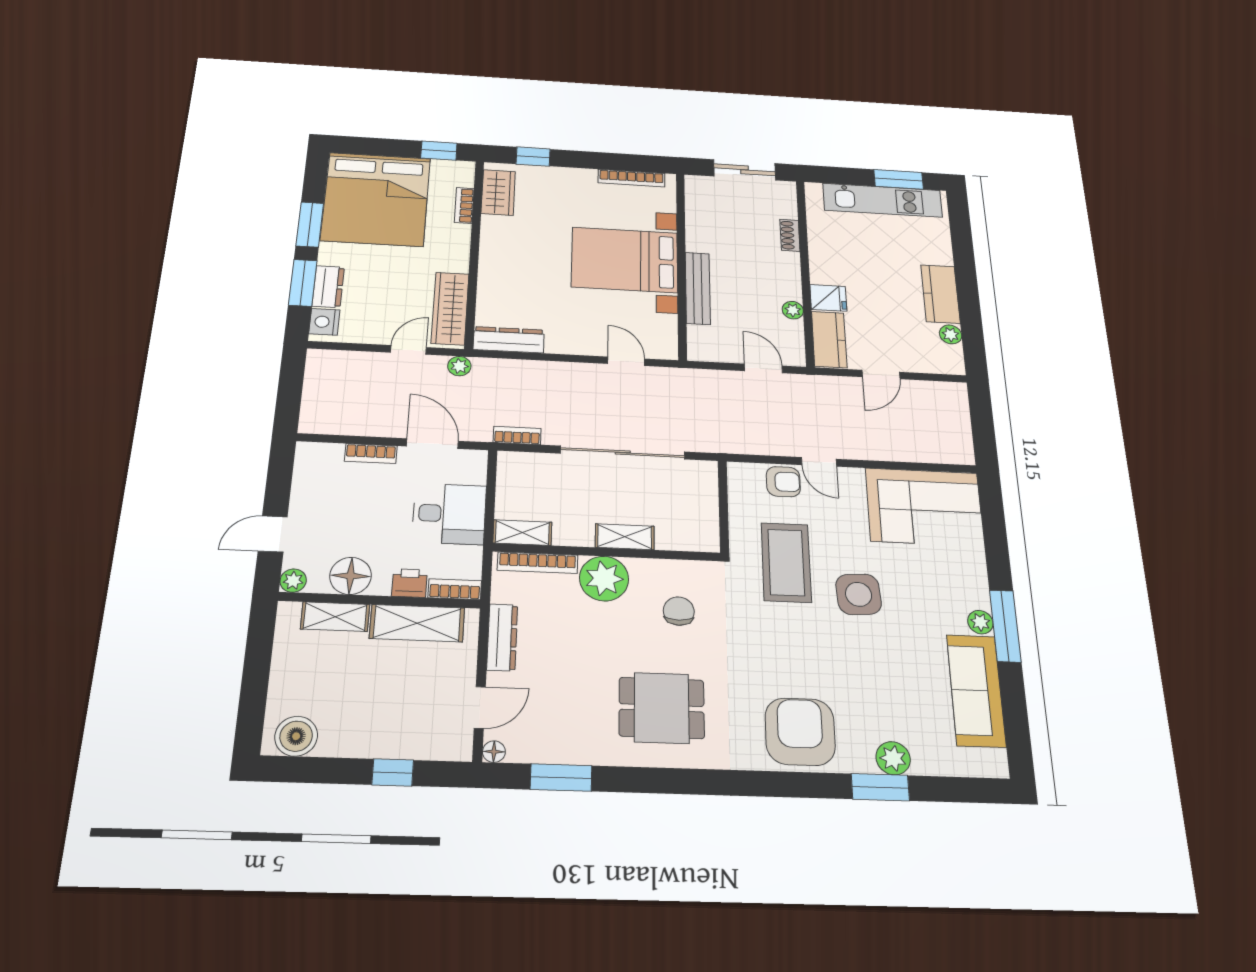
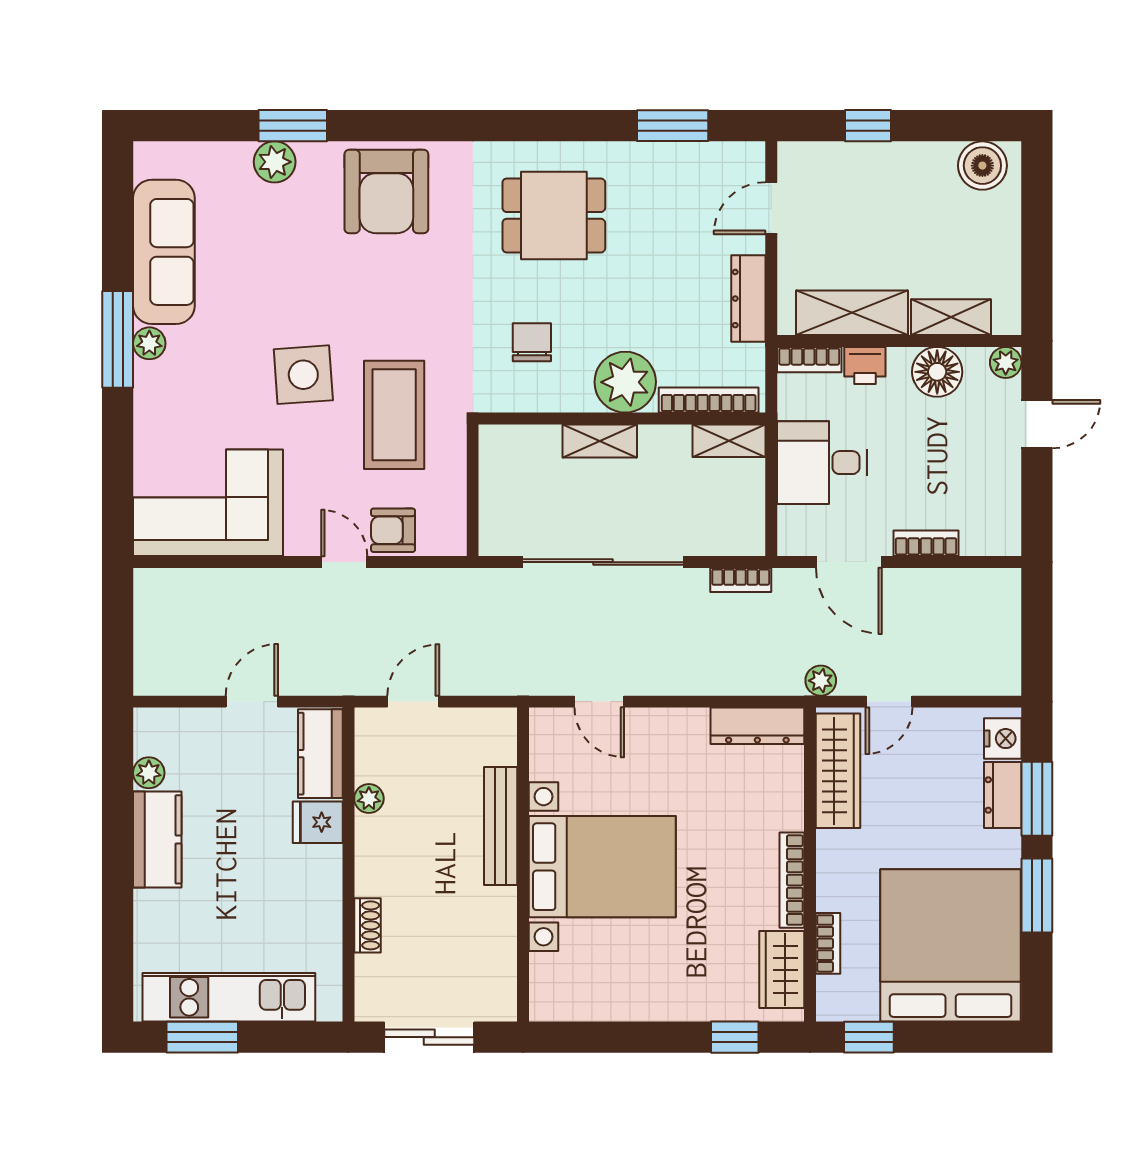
bookcase: (631, 178) -> (792, 880), moved, turned -90
door: (763, 368) -> (413, 702), swing flipped
chair: (679, 611) -> (532, 342), turned 180
floor lamp: (494, 752) -> (752, 154), removed

